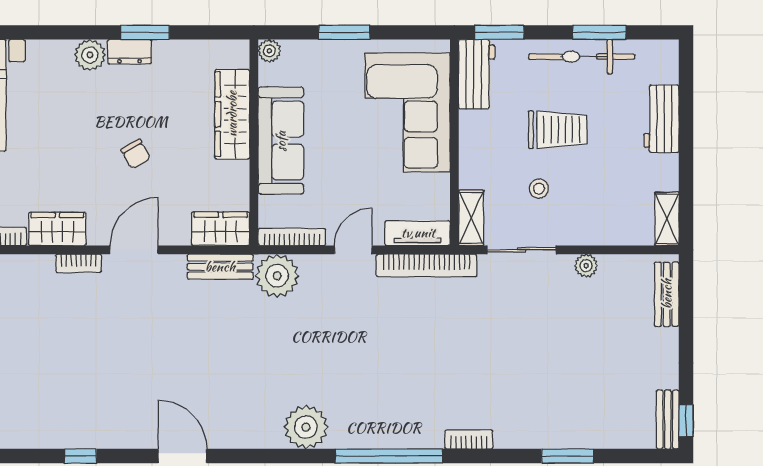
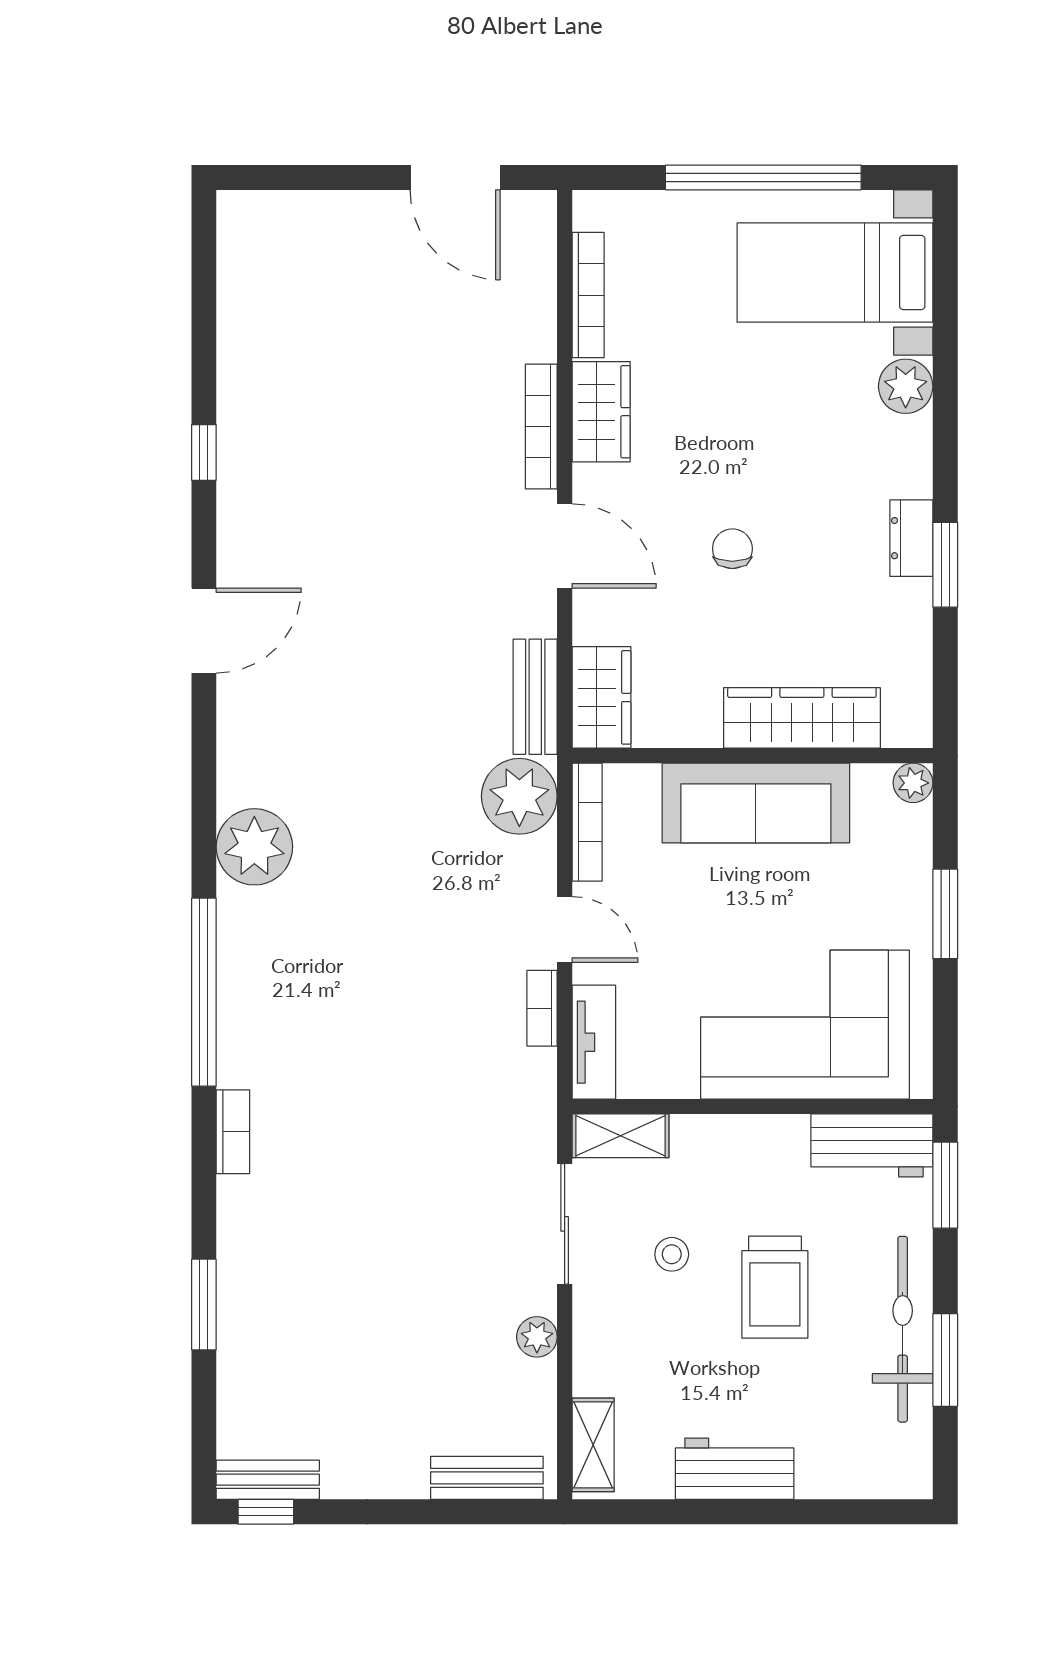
plant: (90, 55) -> (906, 386), moved
workbench: (661, 119) -> (735, 1469), moved
chair: (136, 154) -> (732, 549), turned 119
shelving: (667, 219) -> (593, 1445), moved, turned 90
bookcase: (79, 263) -> (541, 427), width x1.56
bookcase: (427, 265) -> (542, 1008), width x0.43, depth x0.76

